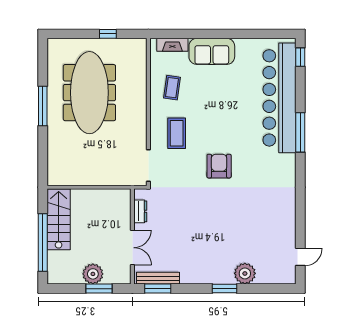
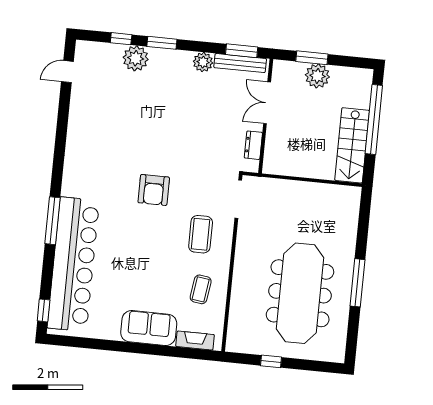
plant: (189, 276) -> (203, 62), added
window: (259, 289) -> (121, 39), added

